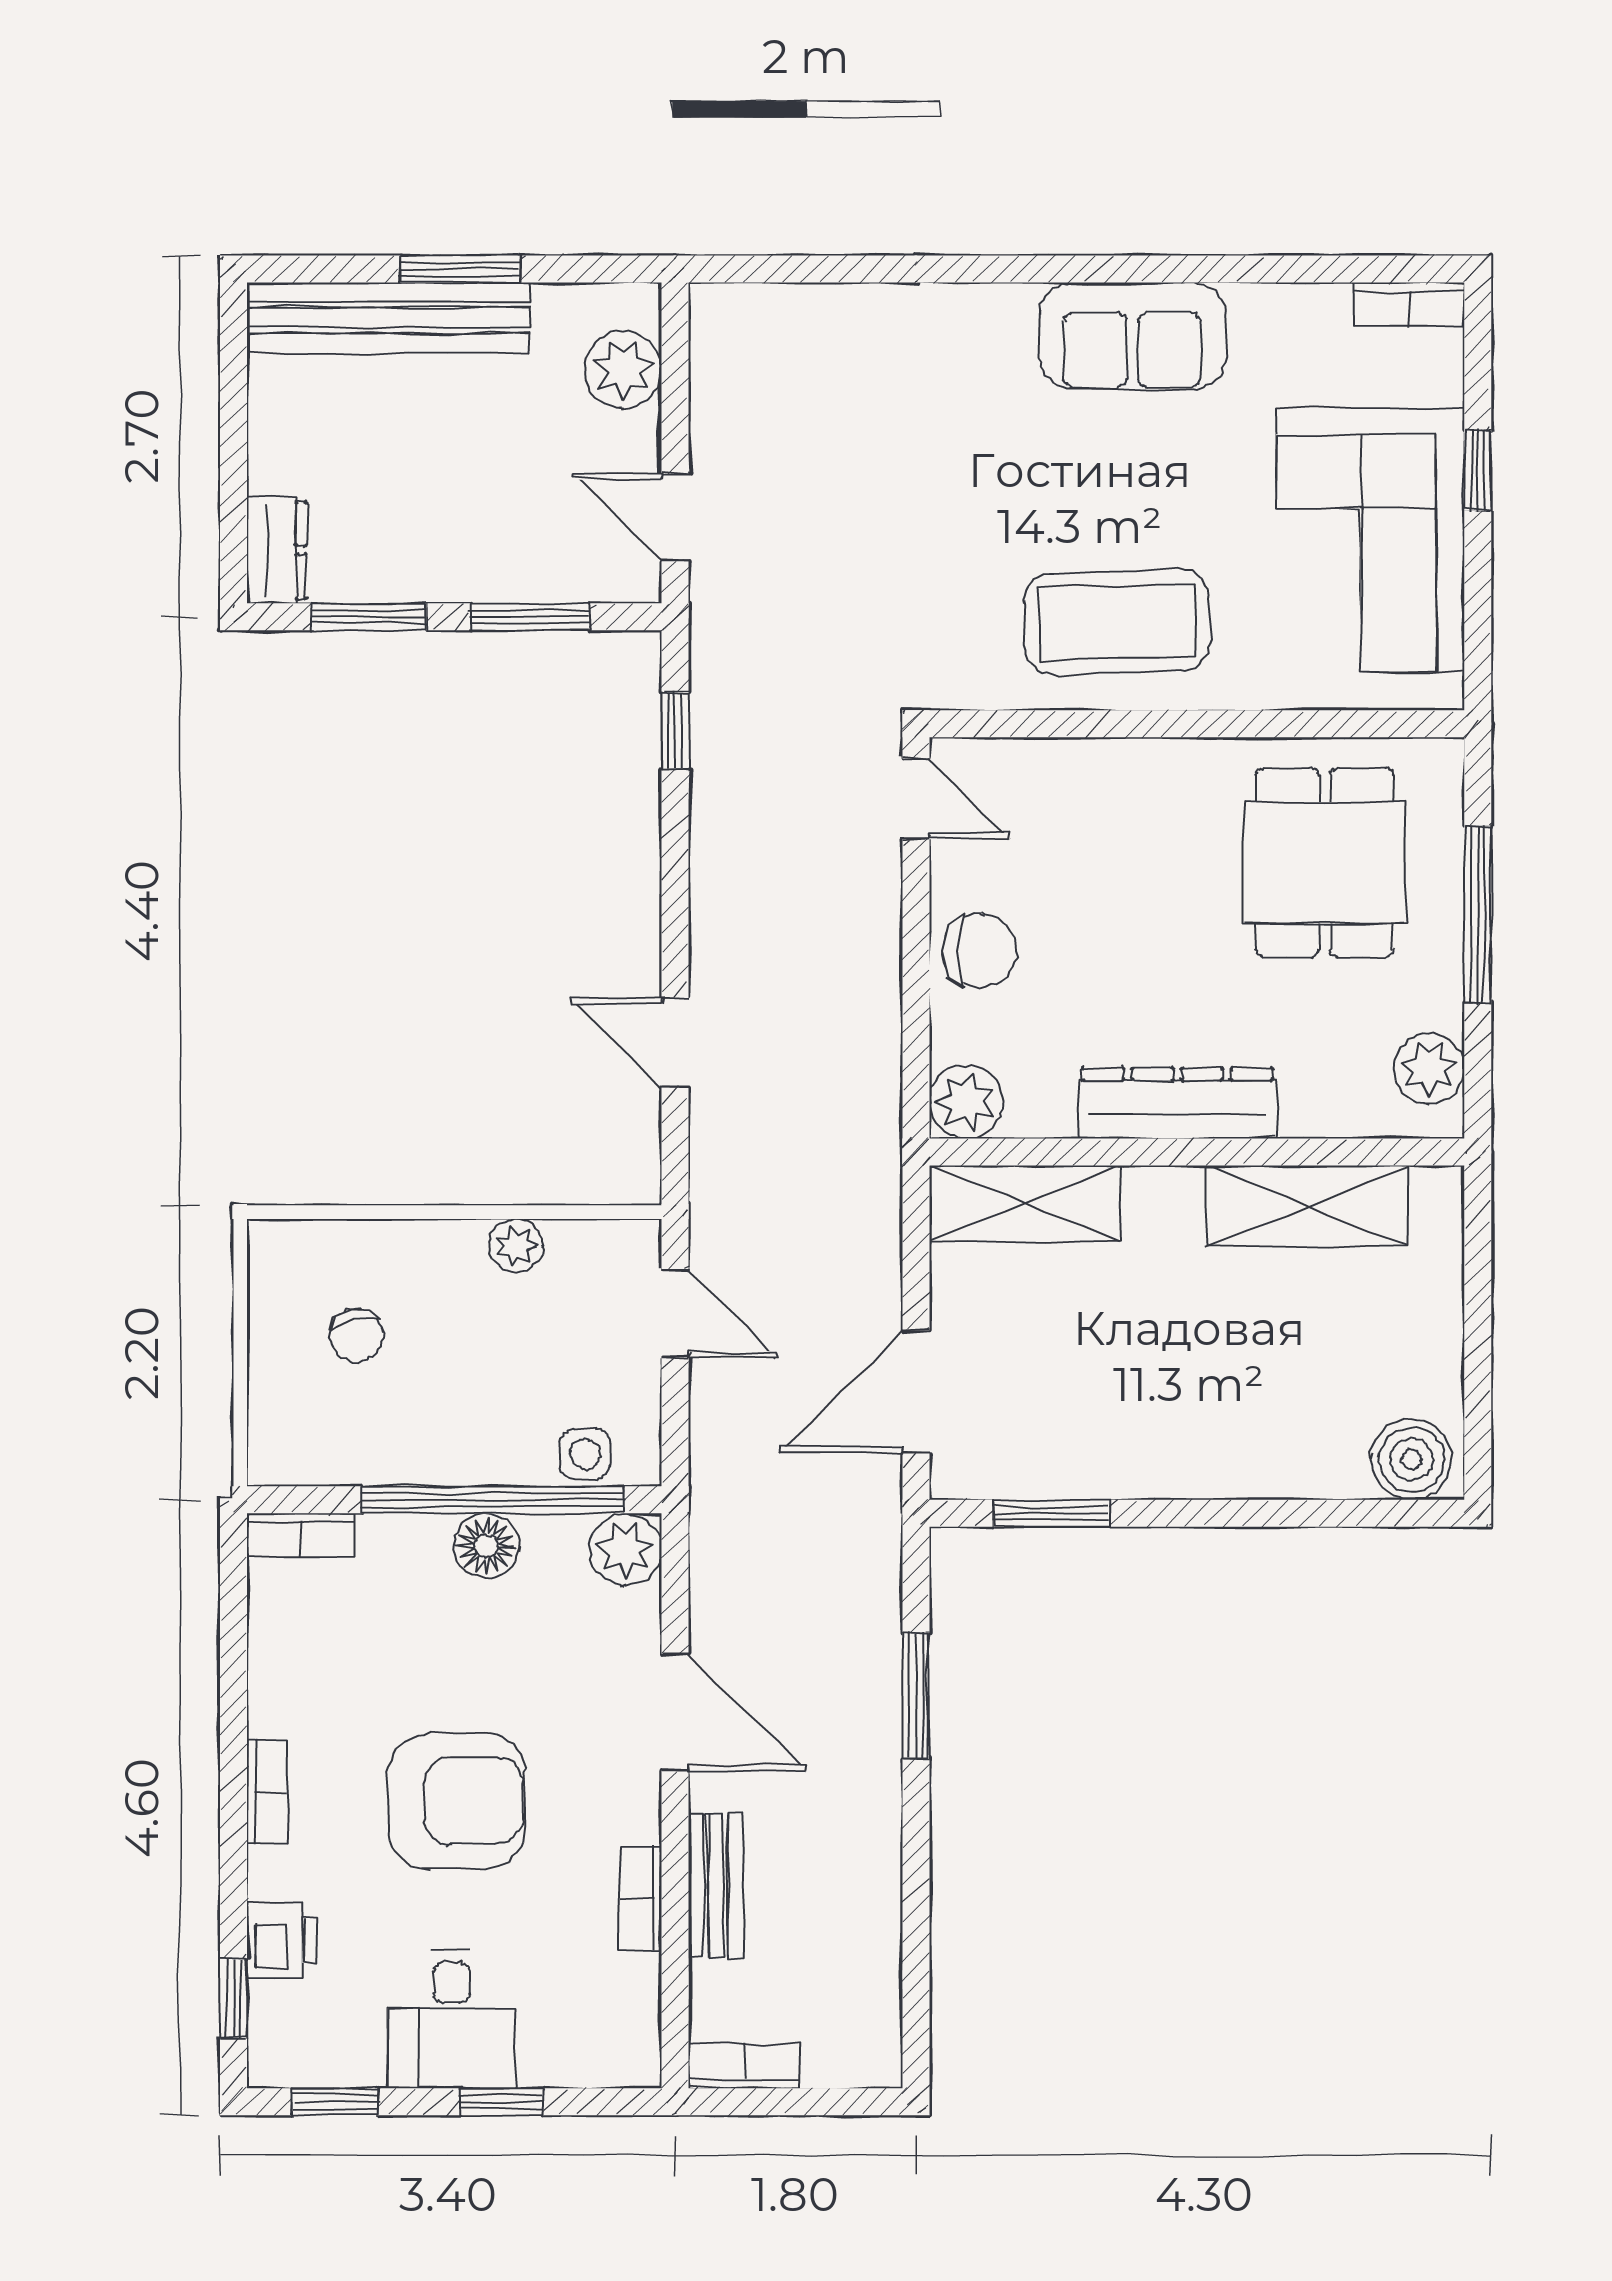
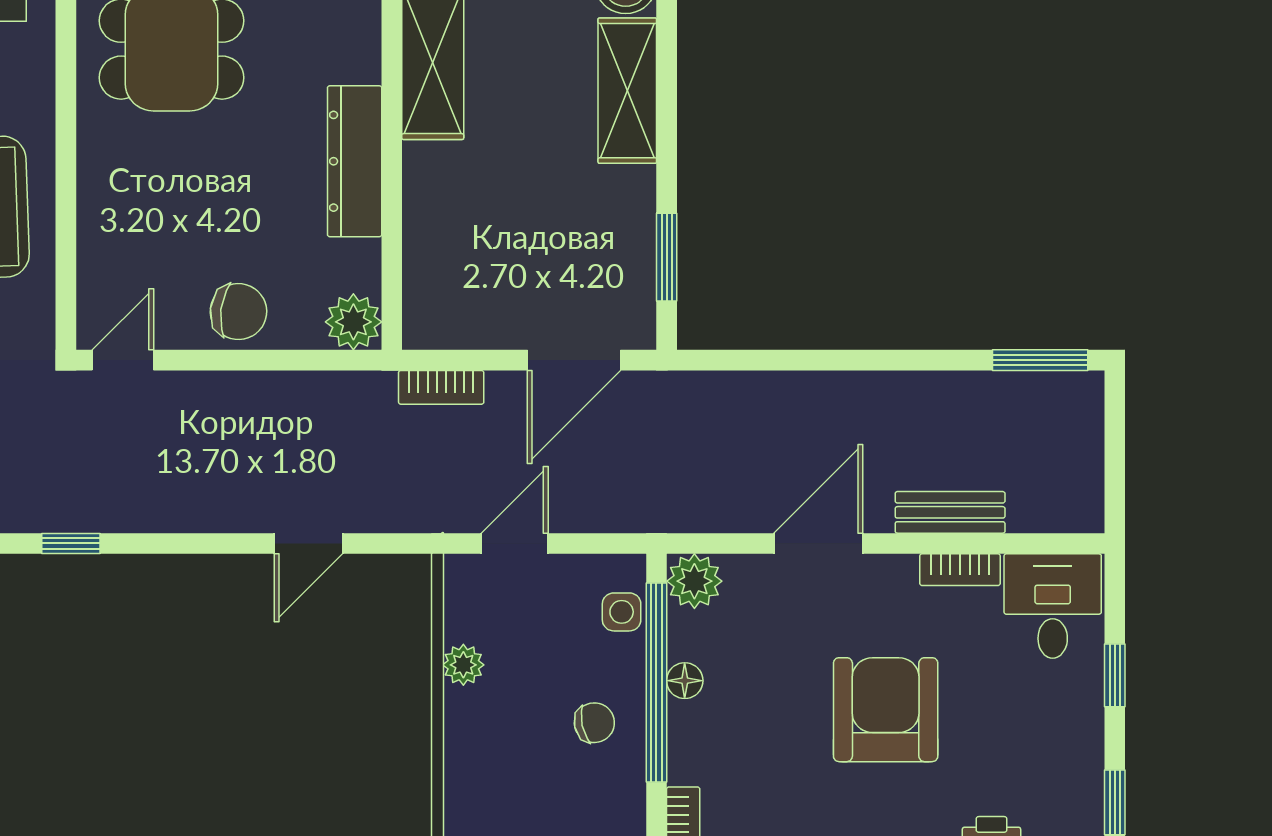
chair: (980, 951) -> (238, 312), turned 97
shelving: (1025, 1204) -> (627, 91), moved
chair: (357, 1335) -> (594, 723), moved
door: (916, 1391) -> (574, 360), hinge flipped
floor lamp: (486, 1546) -> (685, 681), width x0.73, depth x0.73
window: (916, 1696) -> (1040, 360), moved
desk: (452, 2020) -> (1053, 606), moved, turned -90
bookcase: (744, 2066) -> (441, 387), moved, turned -90

